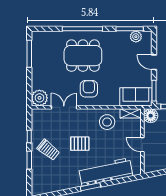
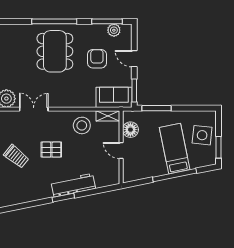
dining table: (83, 56) -> (55, 51), turned 90
armchair: (89, 89) -> (97, 59), moved
floor lamp: (151, 116) -> (130, 130), moved
workbench: (106, 172) -> (73, 185), width x0.73, depth x0.76

